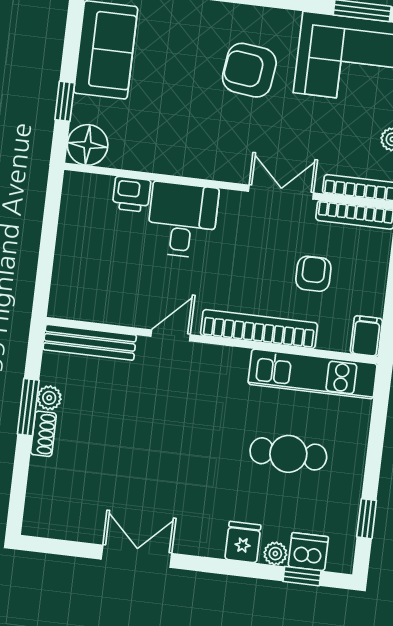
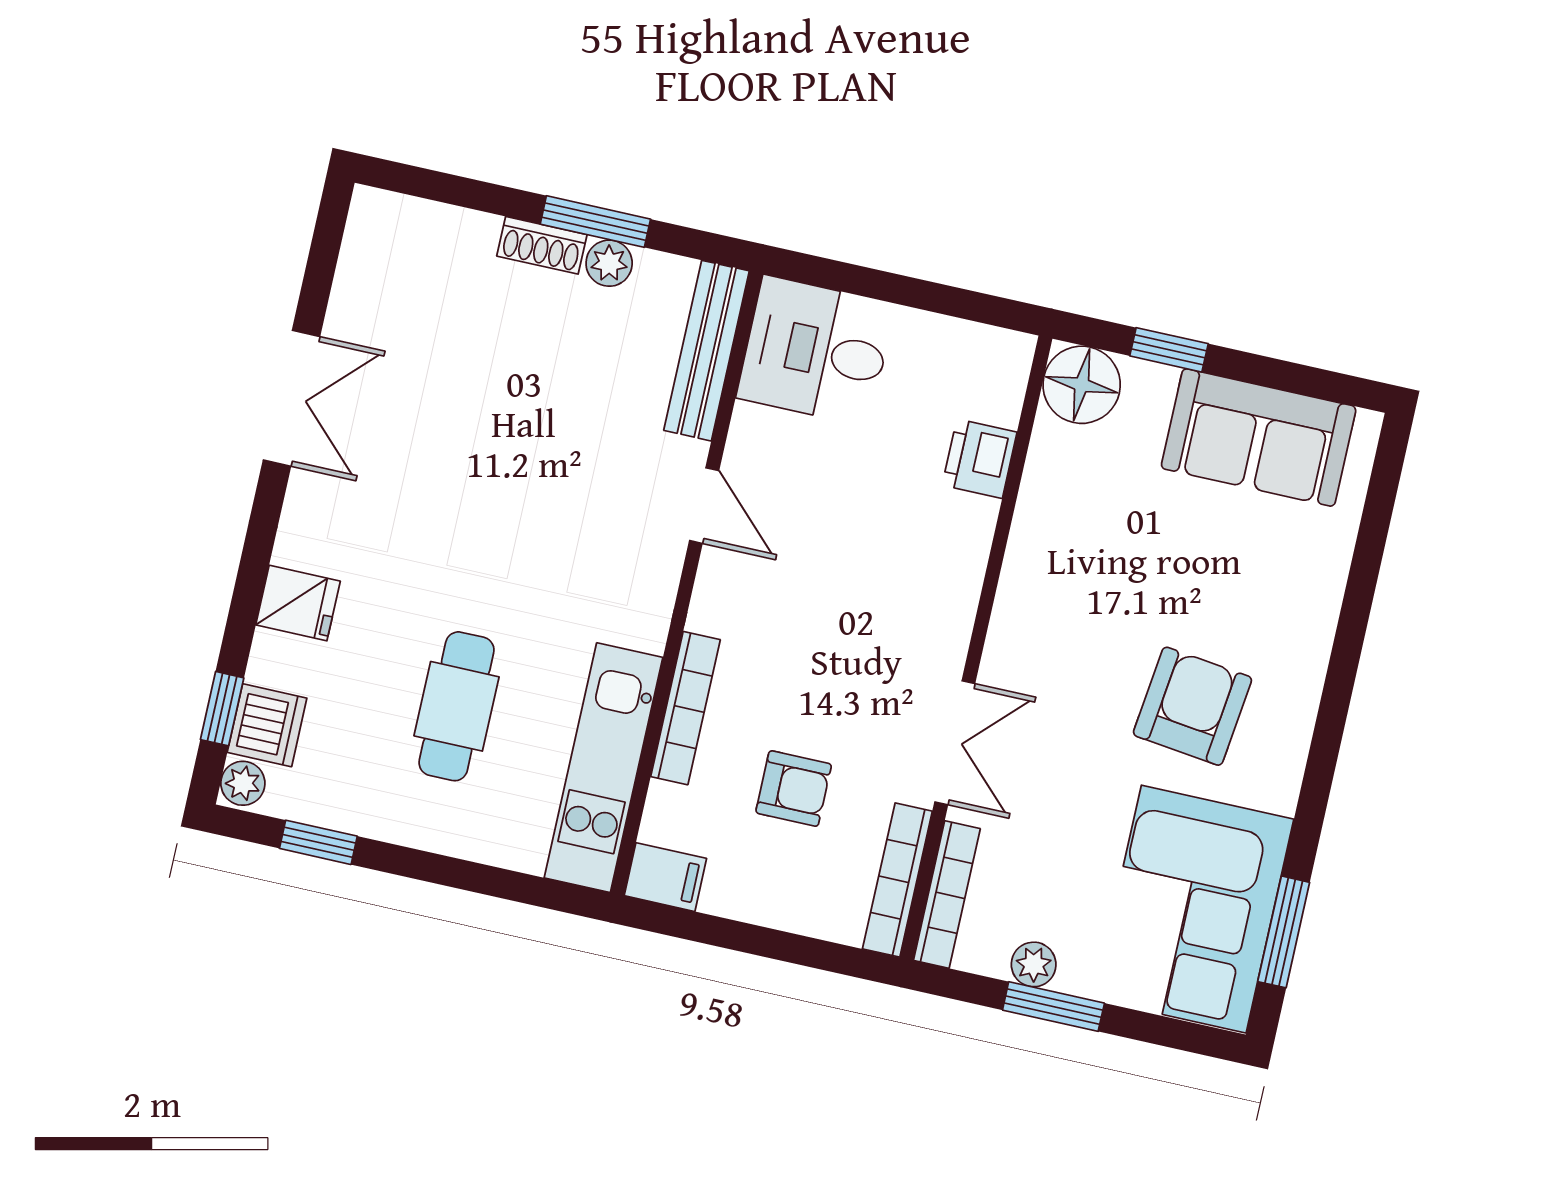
desk: (182, 220) -> (816, 351), moved, turned 180
bookcase: (259, 329) -> (685, 708), width x0.68, depth x0.76
plant: (275, 554) -> (243, 783), moved

